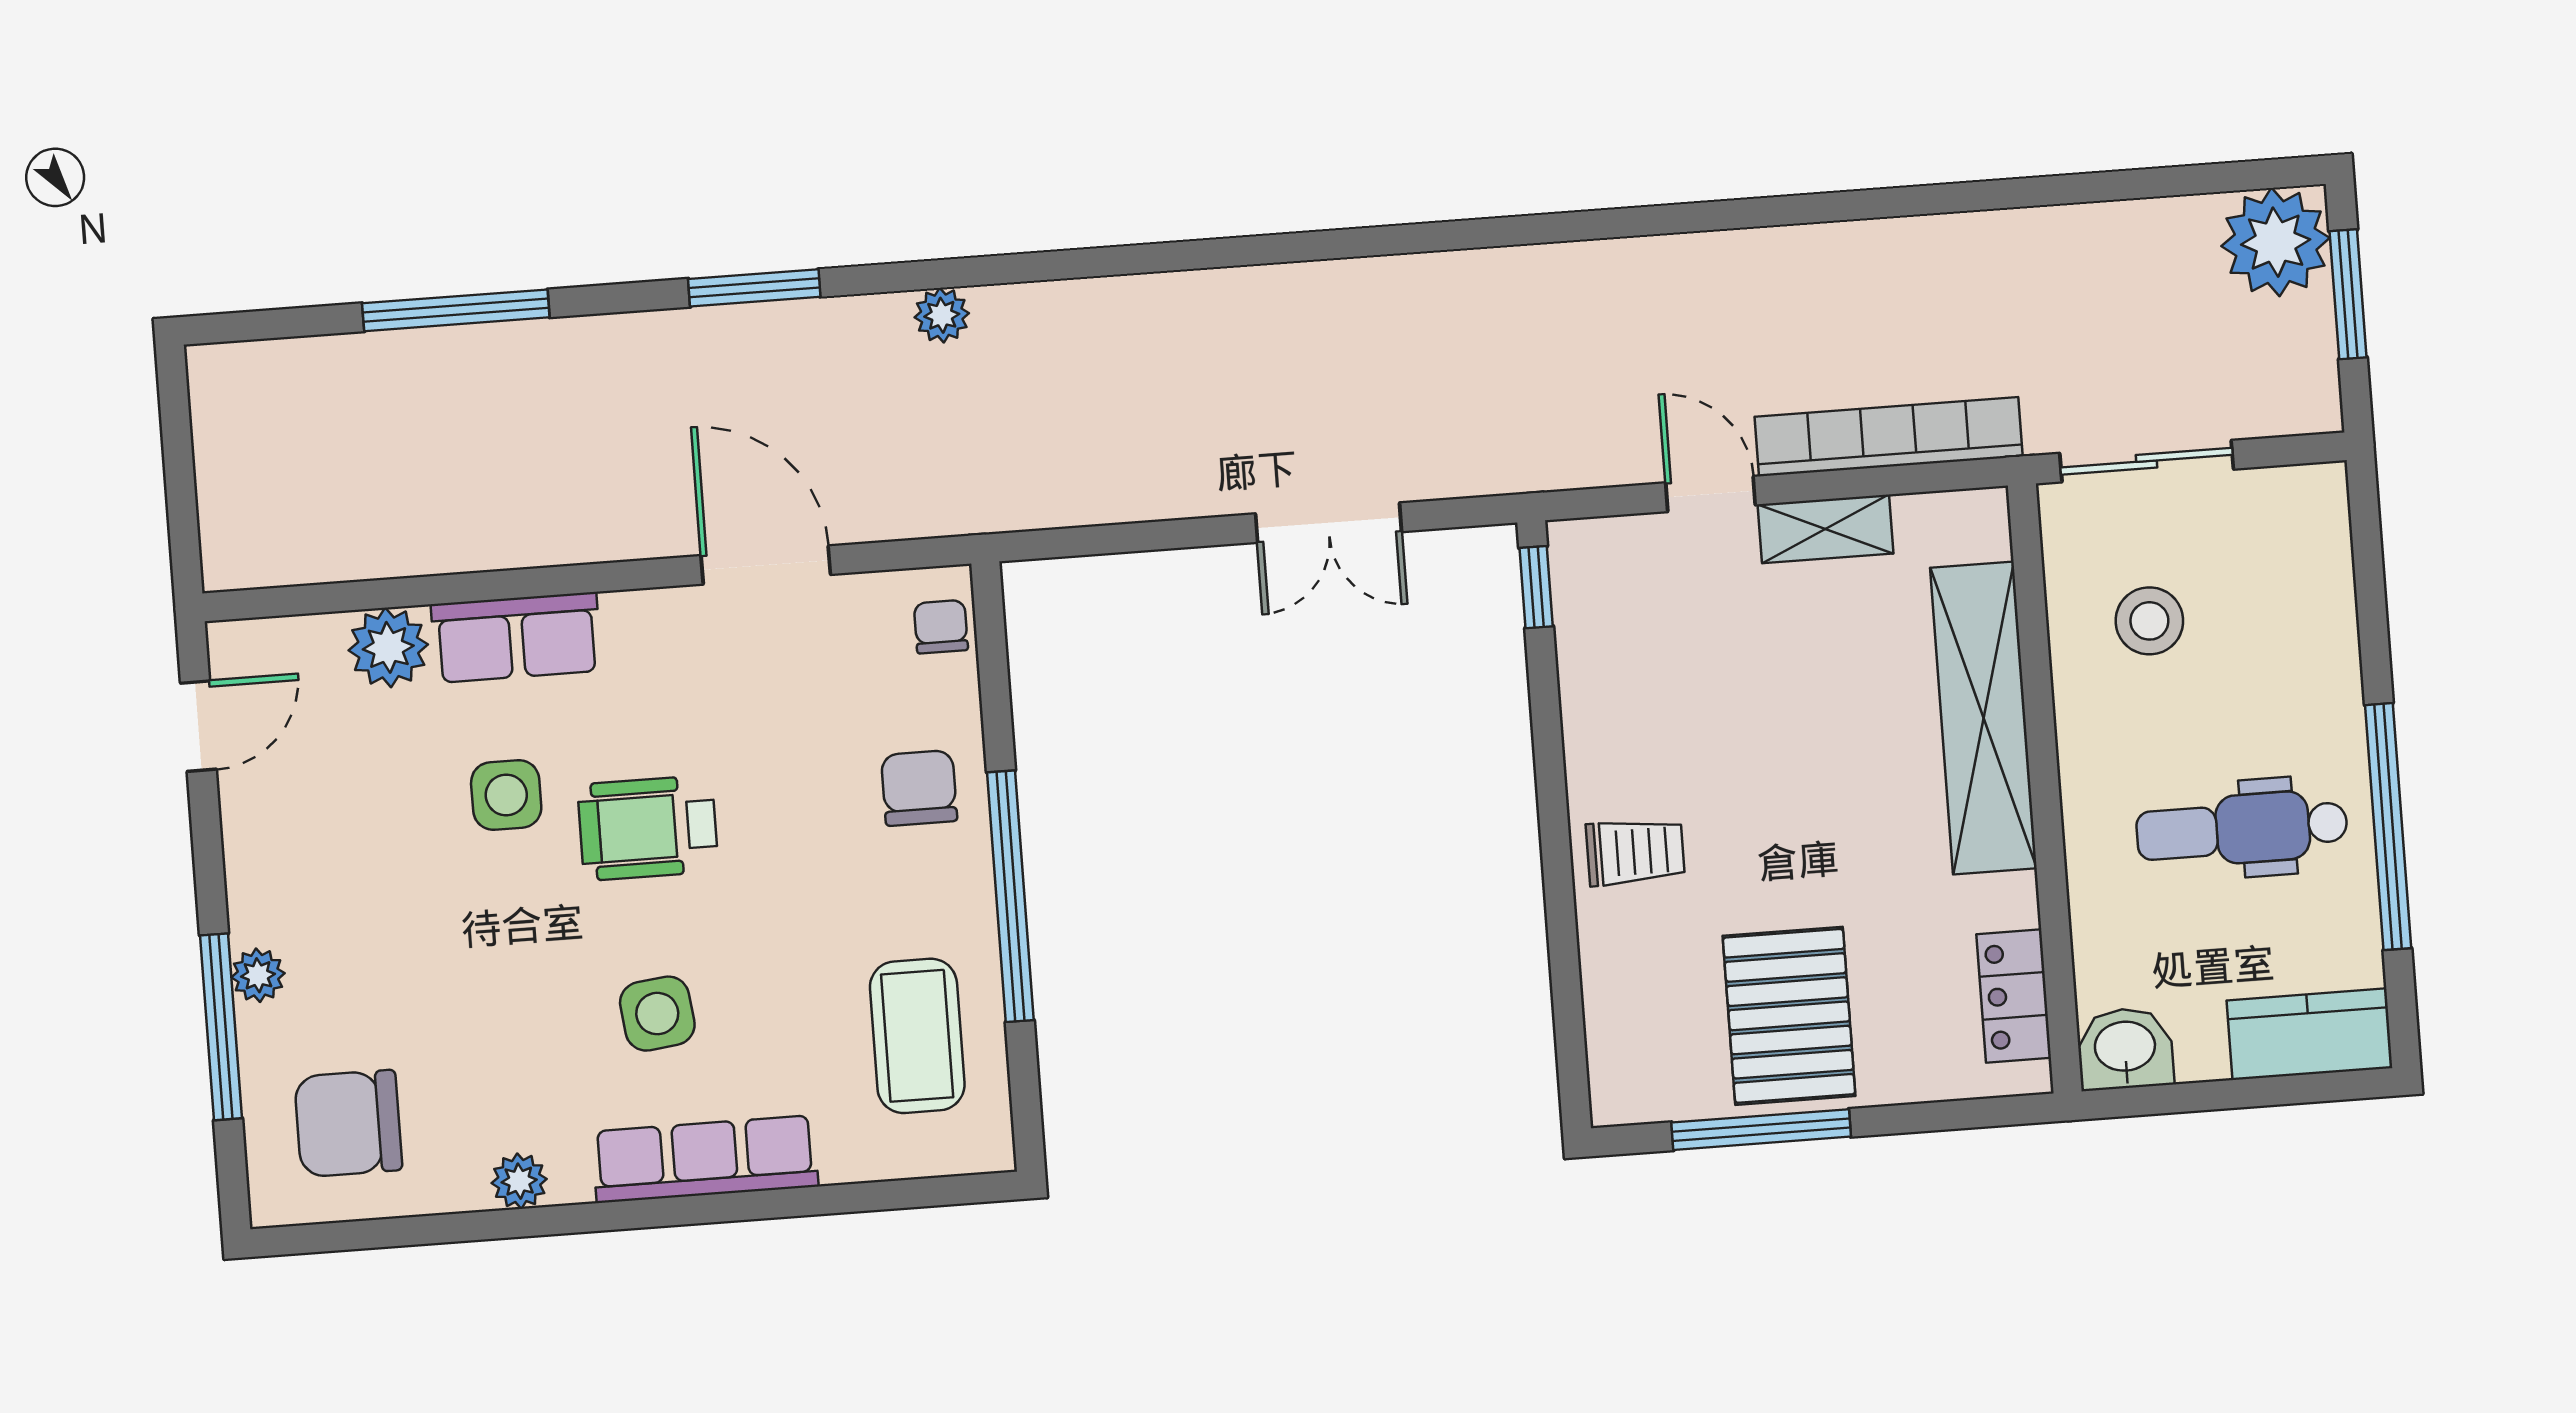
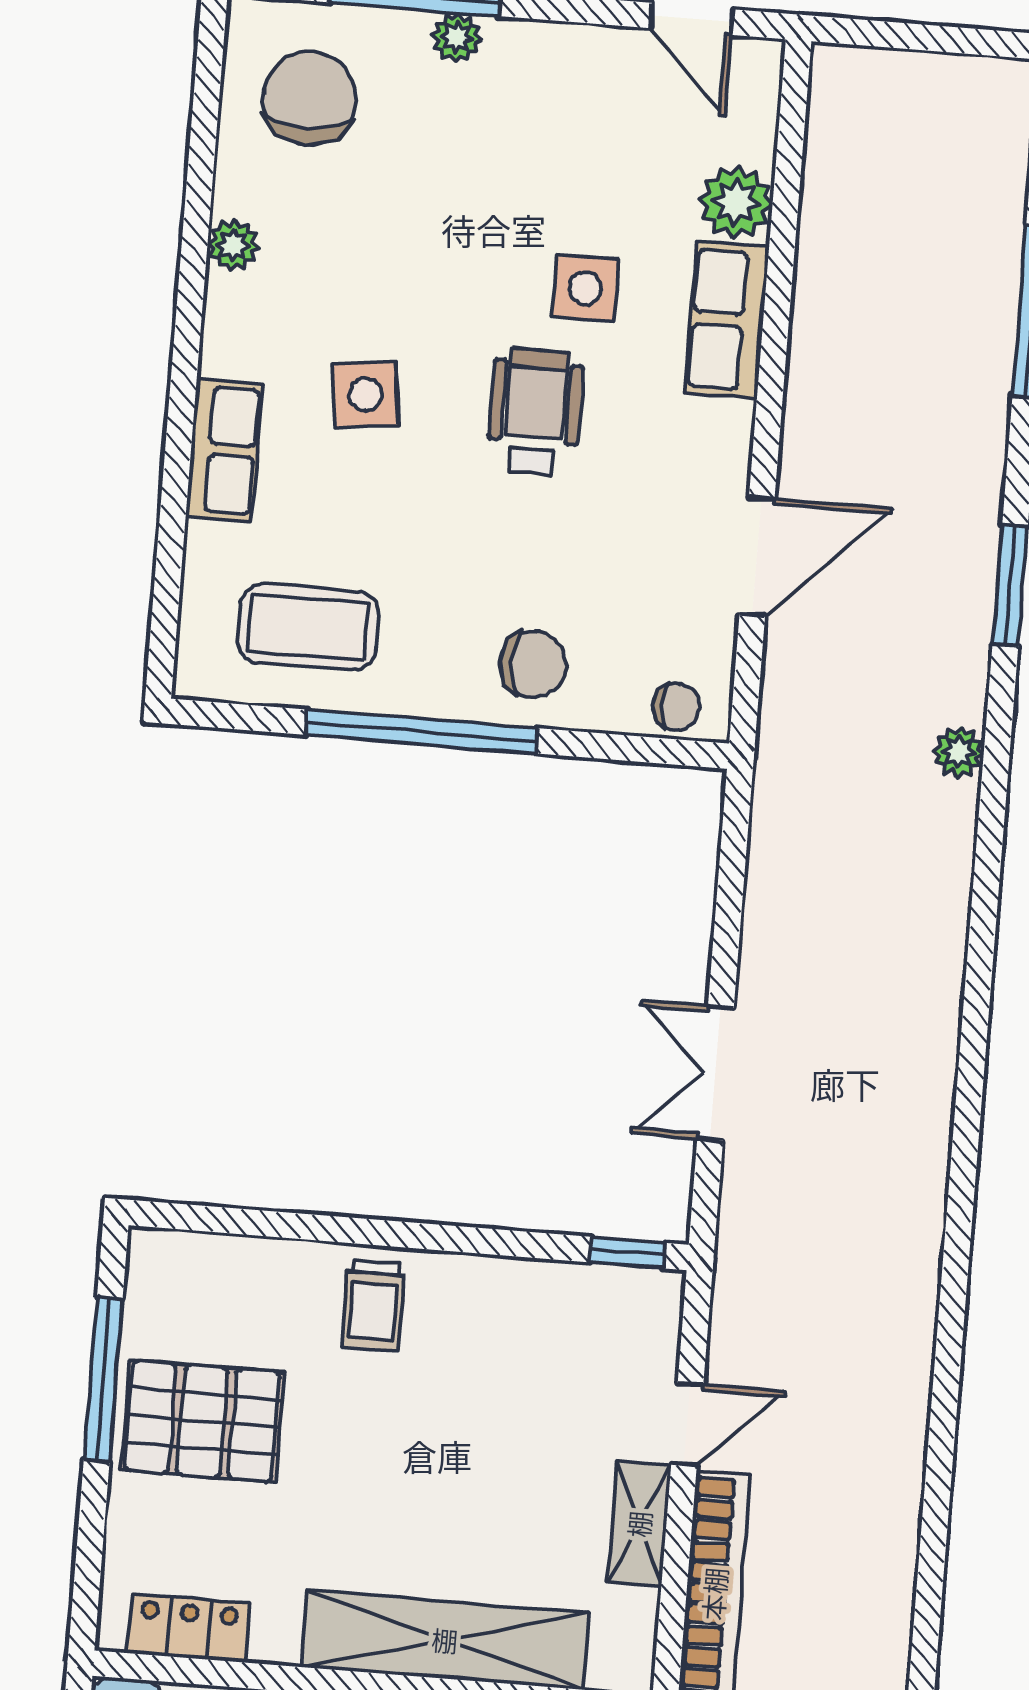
row of seats: (705, 1159) -> (224, 450), width x0.68

